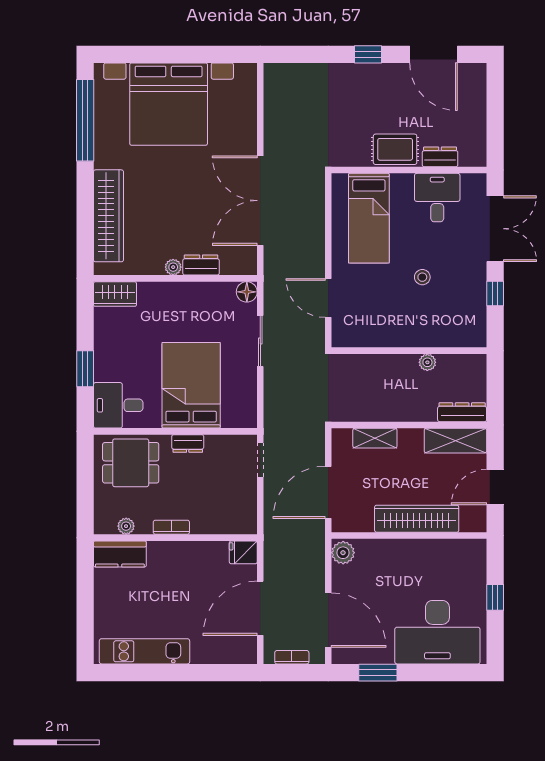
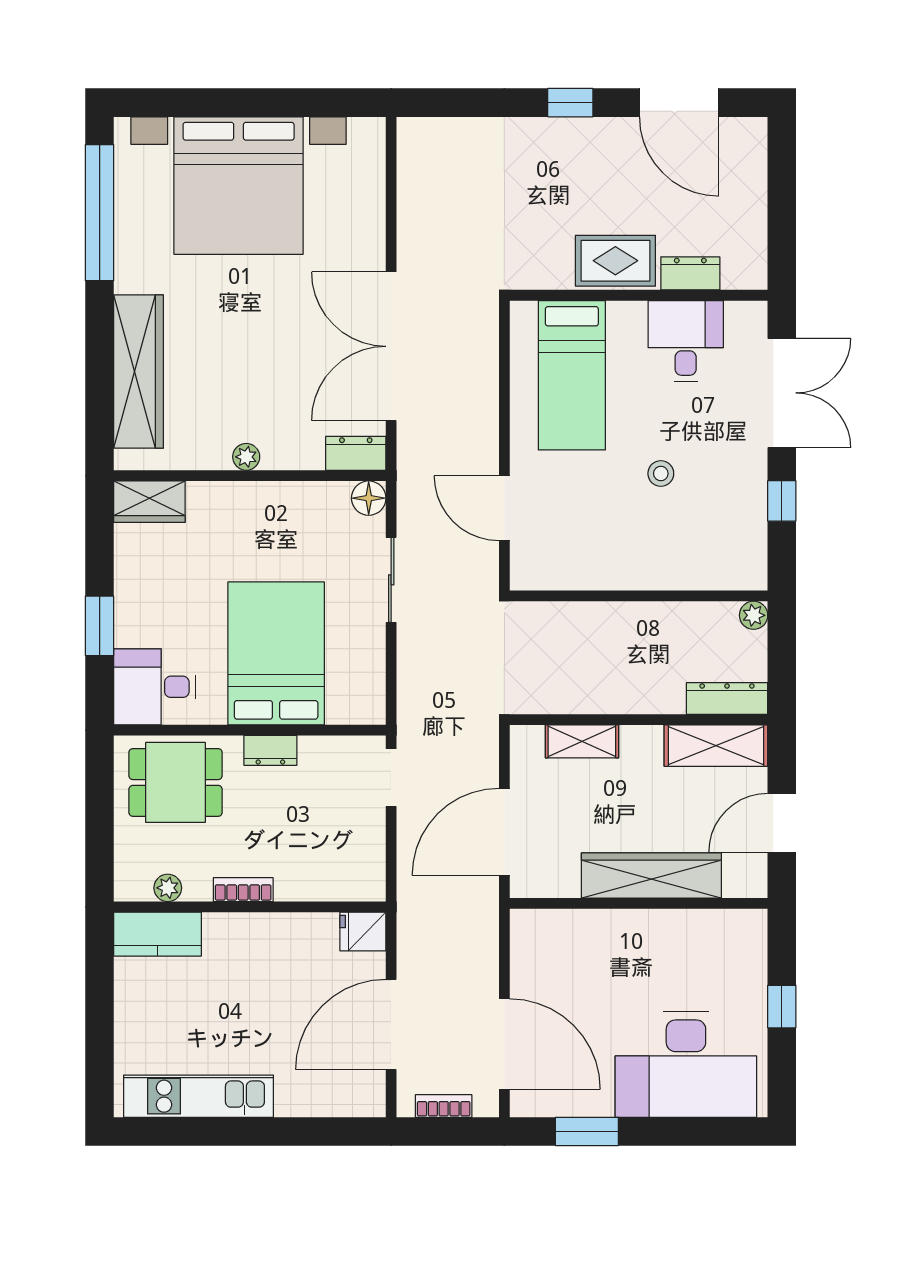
dresser: (201, 265) -> (356, 453), moved
plant: (427, 362) -> (754, 615), moved
plant: (343, 553) -> (529, 932), removed

